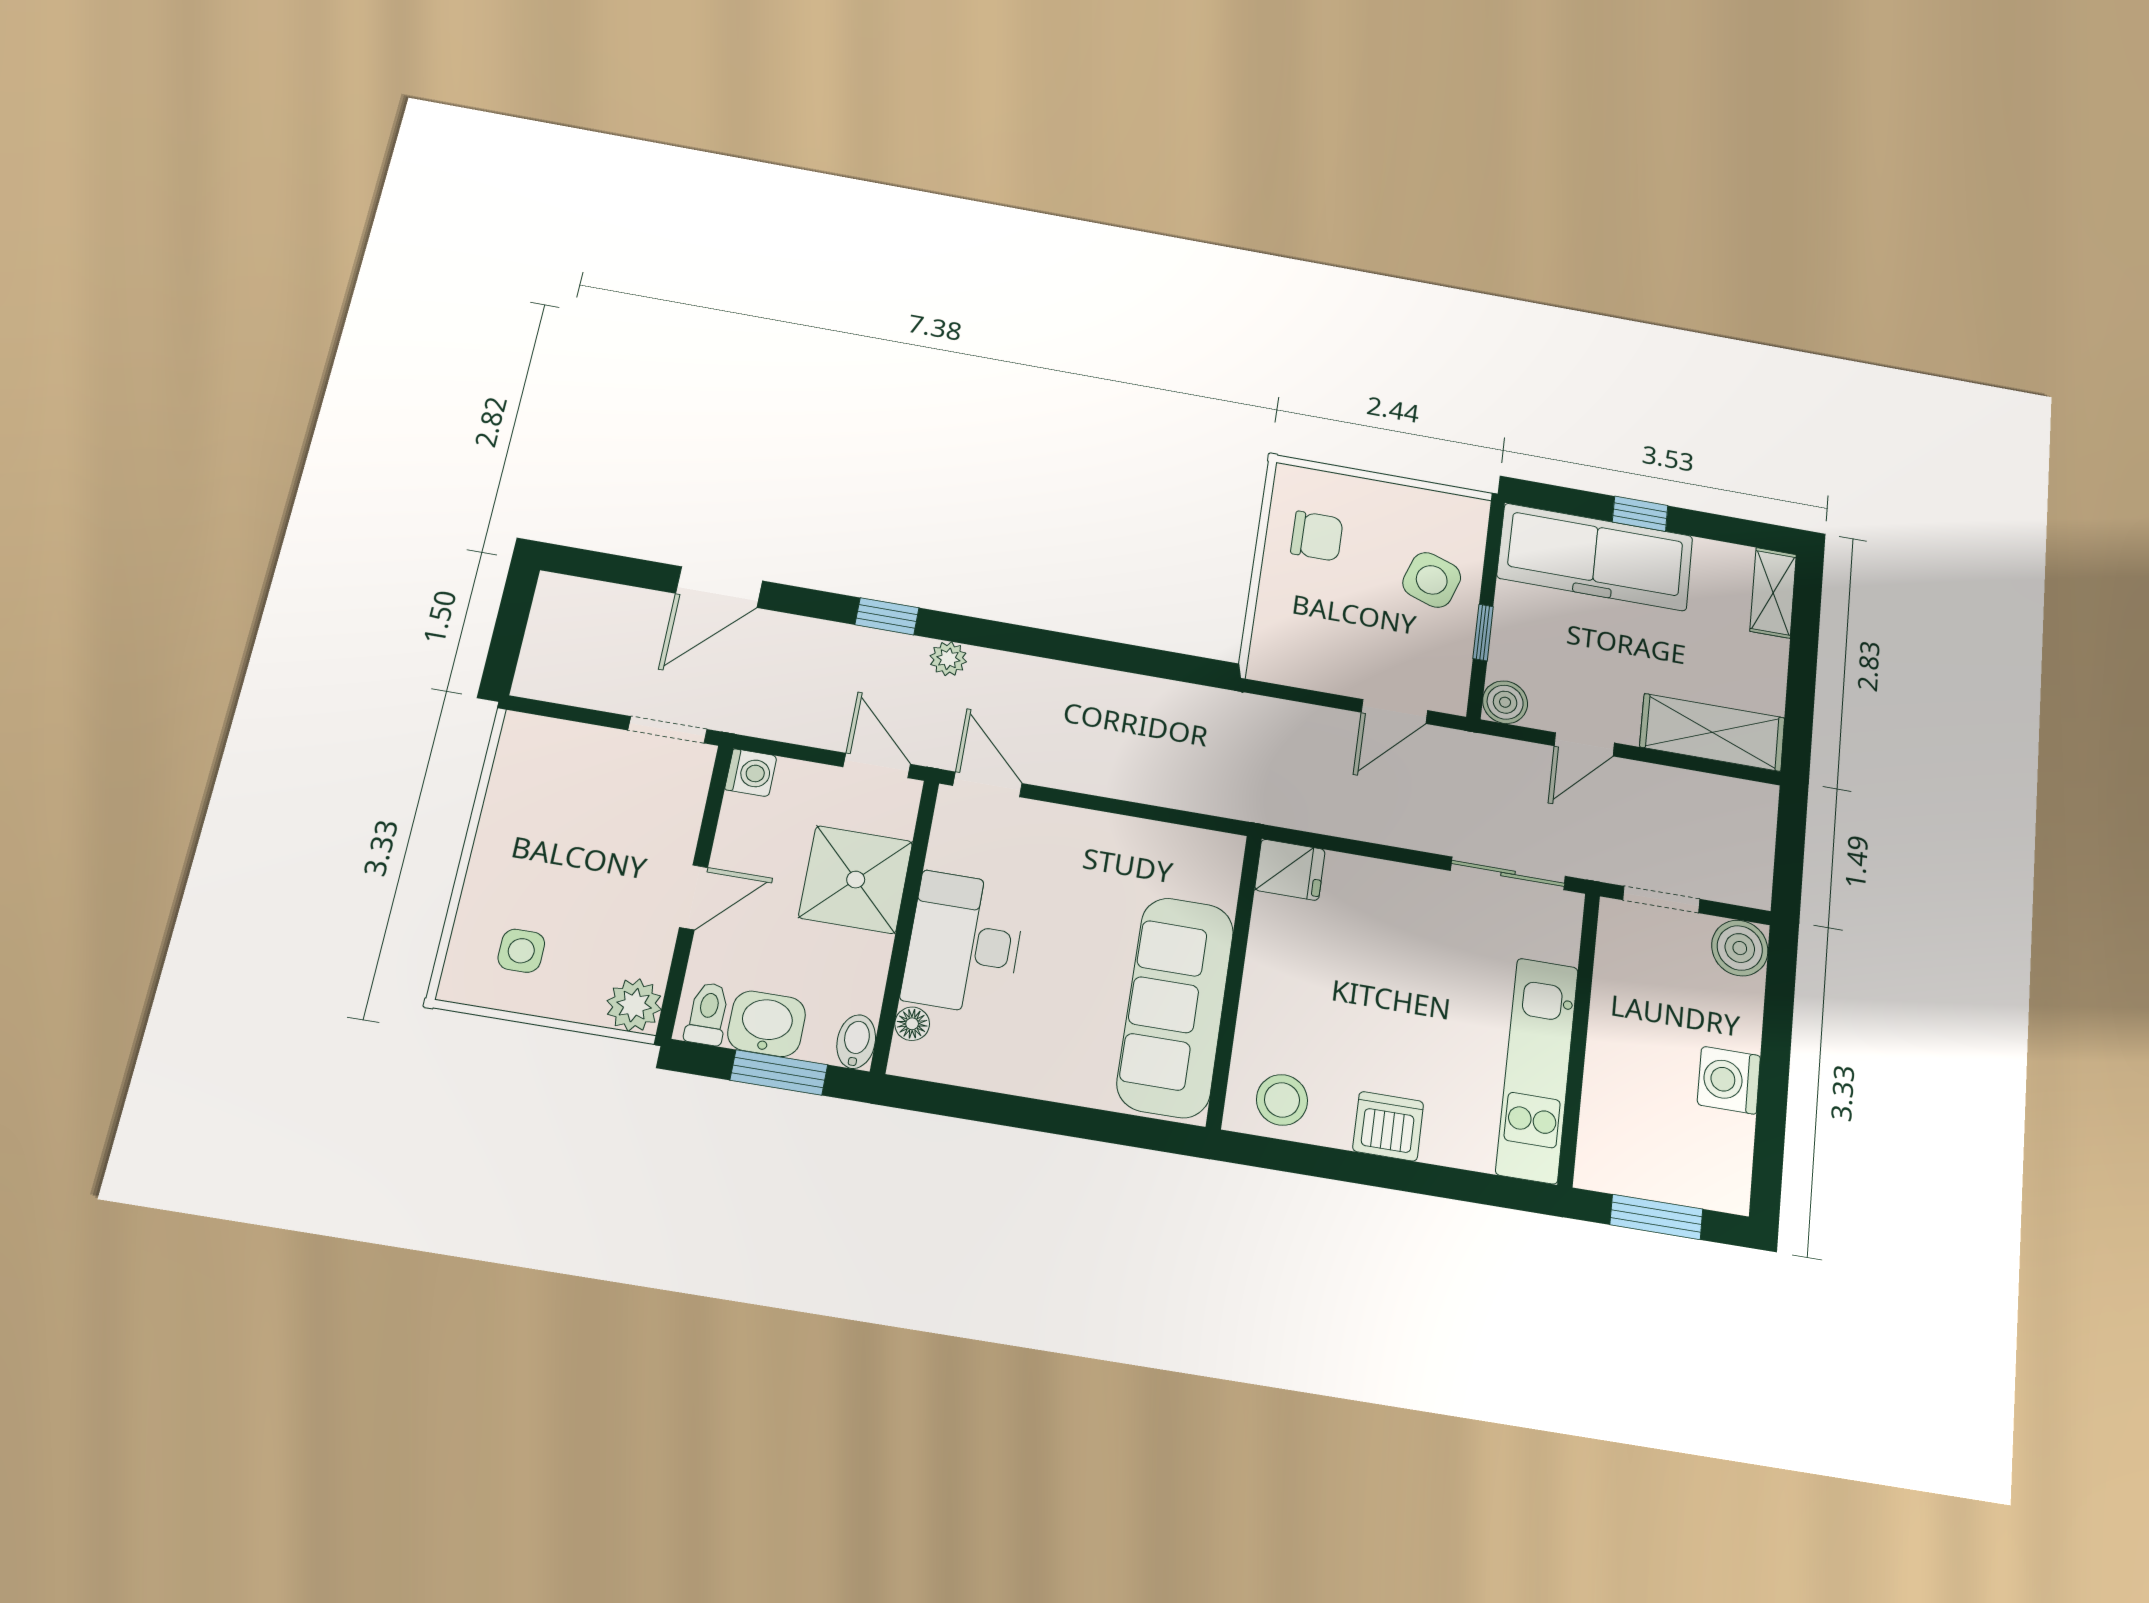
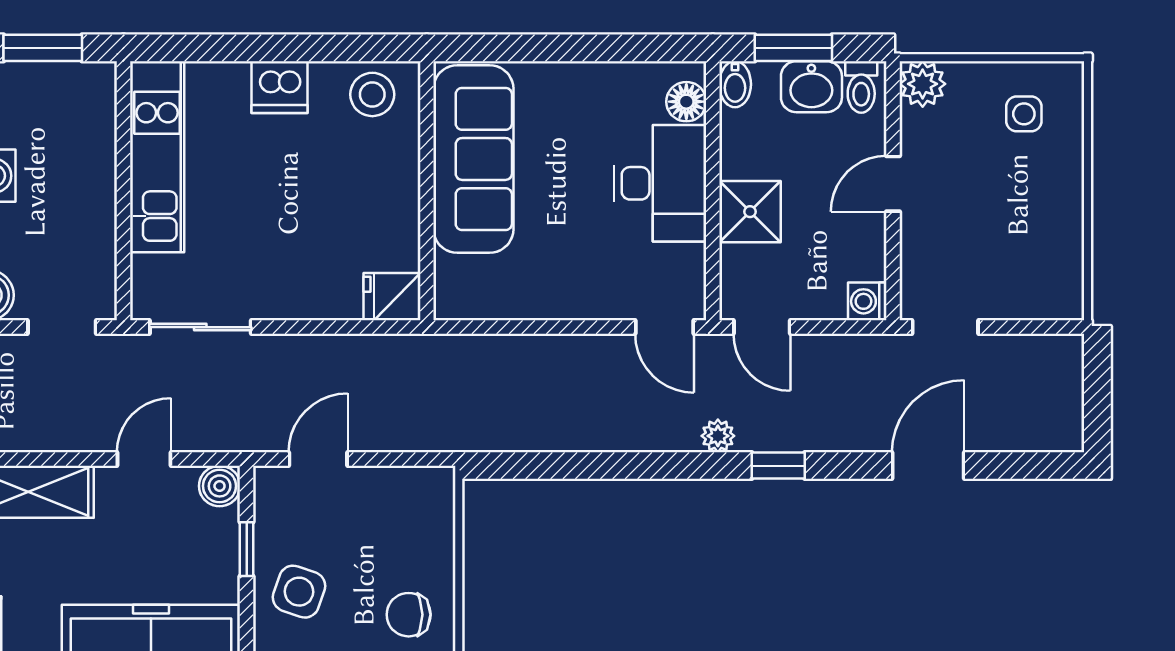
shower: (856, 880) -> (750, 212), width x0.73, depth x0.73
floor lamp: (912, 1024) -> (686, 102), width x1.37, depth x1.37

